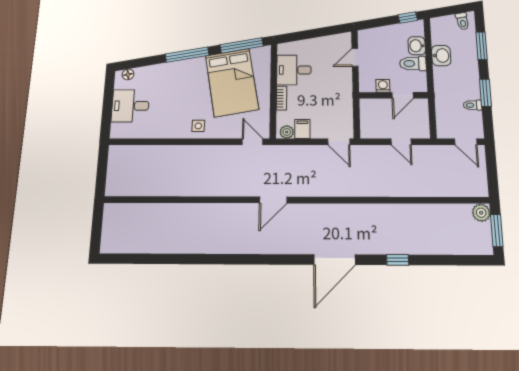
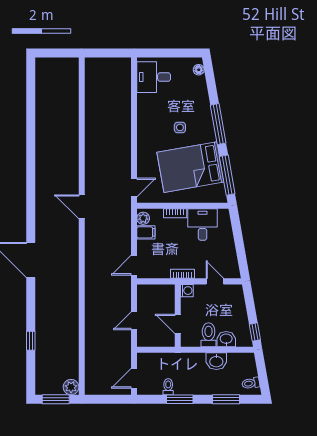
washing machine: (383, 86) -> (187, 291), moved
bookcase: (347, 90) -> (182, 274), added
desk: (130, 106) -> (154, 77), moved, turned -90
side table: (198, 126) -> (180, 127), moved
window: (398, 260) -> (31, 341), moved

